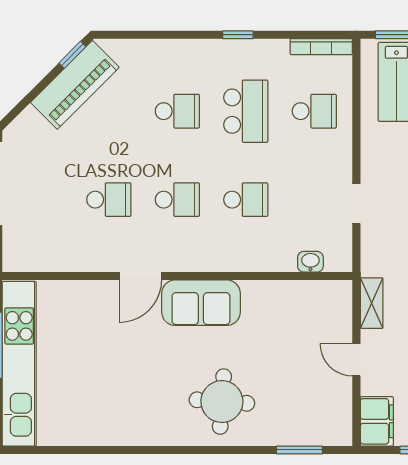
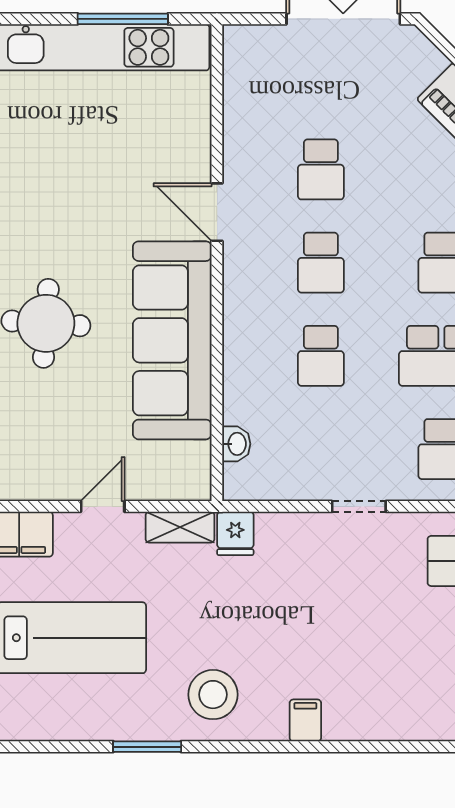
doorway: (356, 204) -> (359, 506), moved
fridge: (376, 262) -> (235, 533), added
sofa: (201, 303) -> (172, 340), width x1.85, depth x1.27

